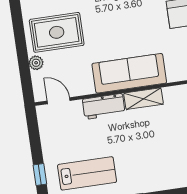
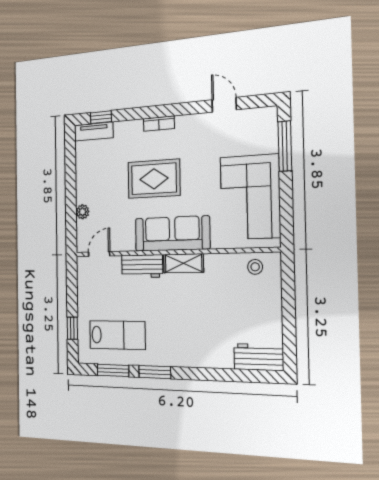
rug: (57, 32) -> (154, 179), moved
door: (59, 101) -> (99, 254), hinge flipped

